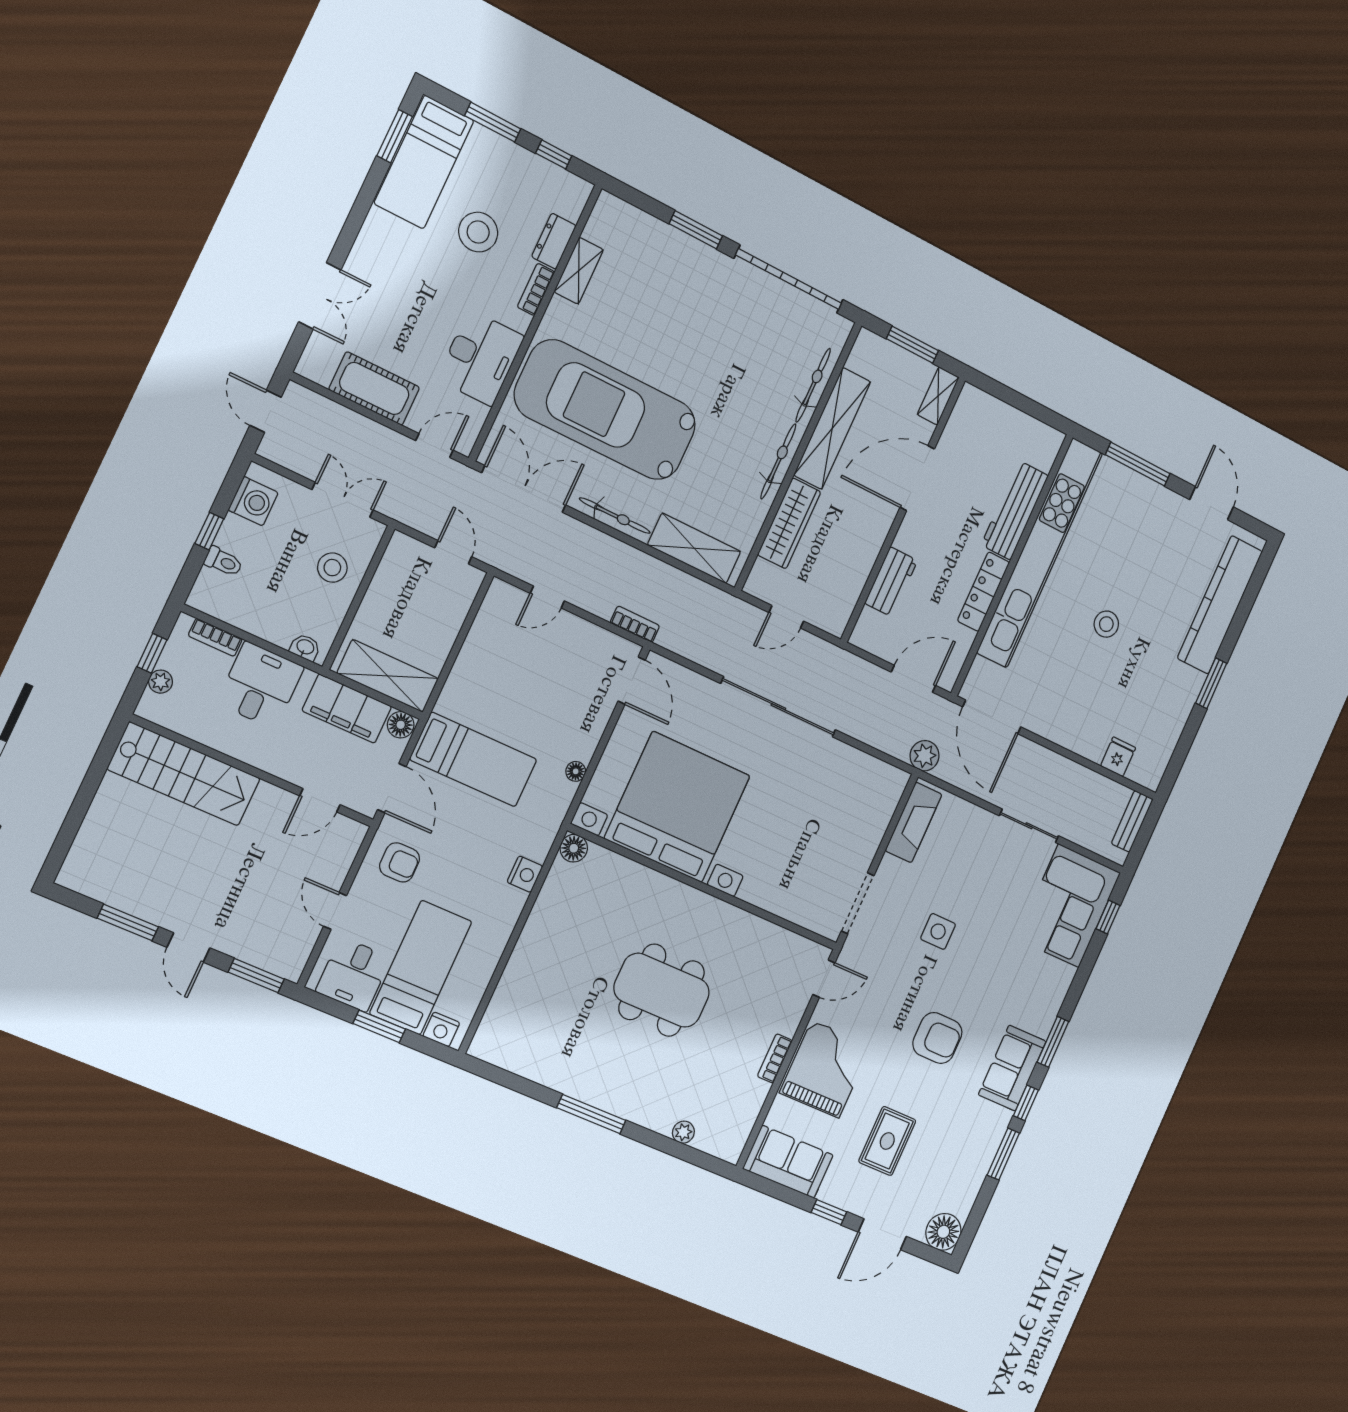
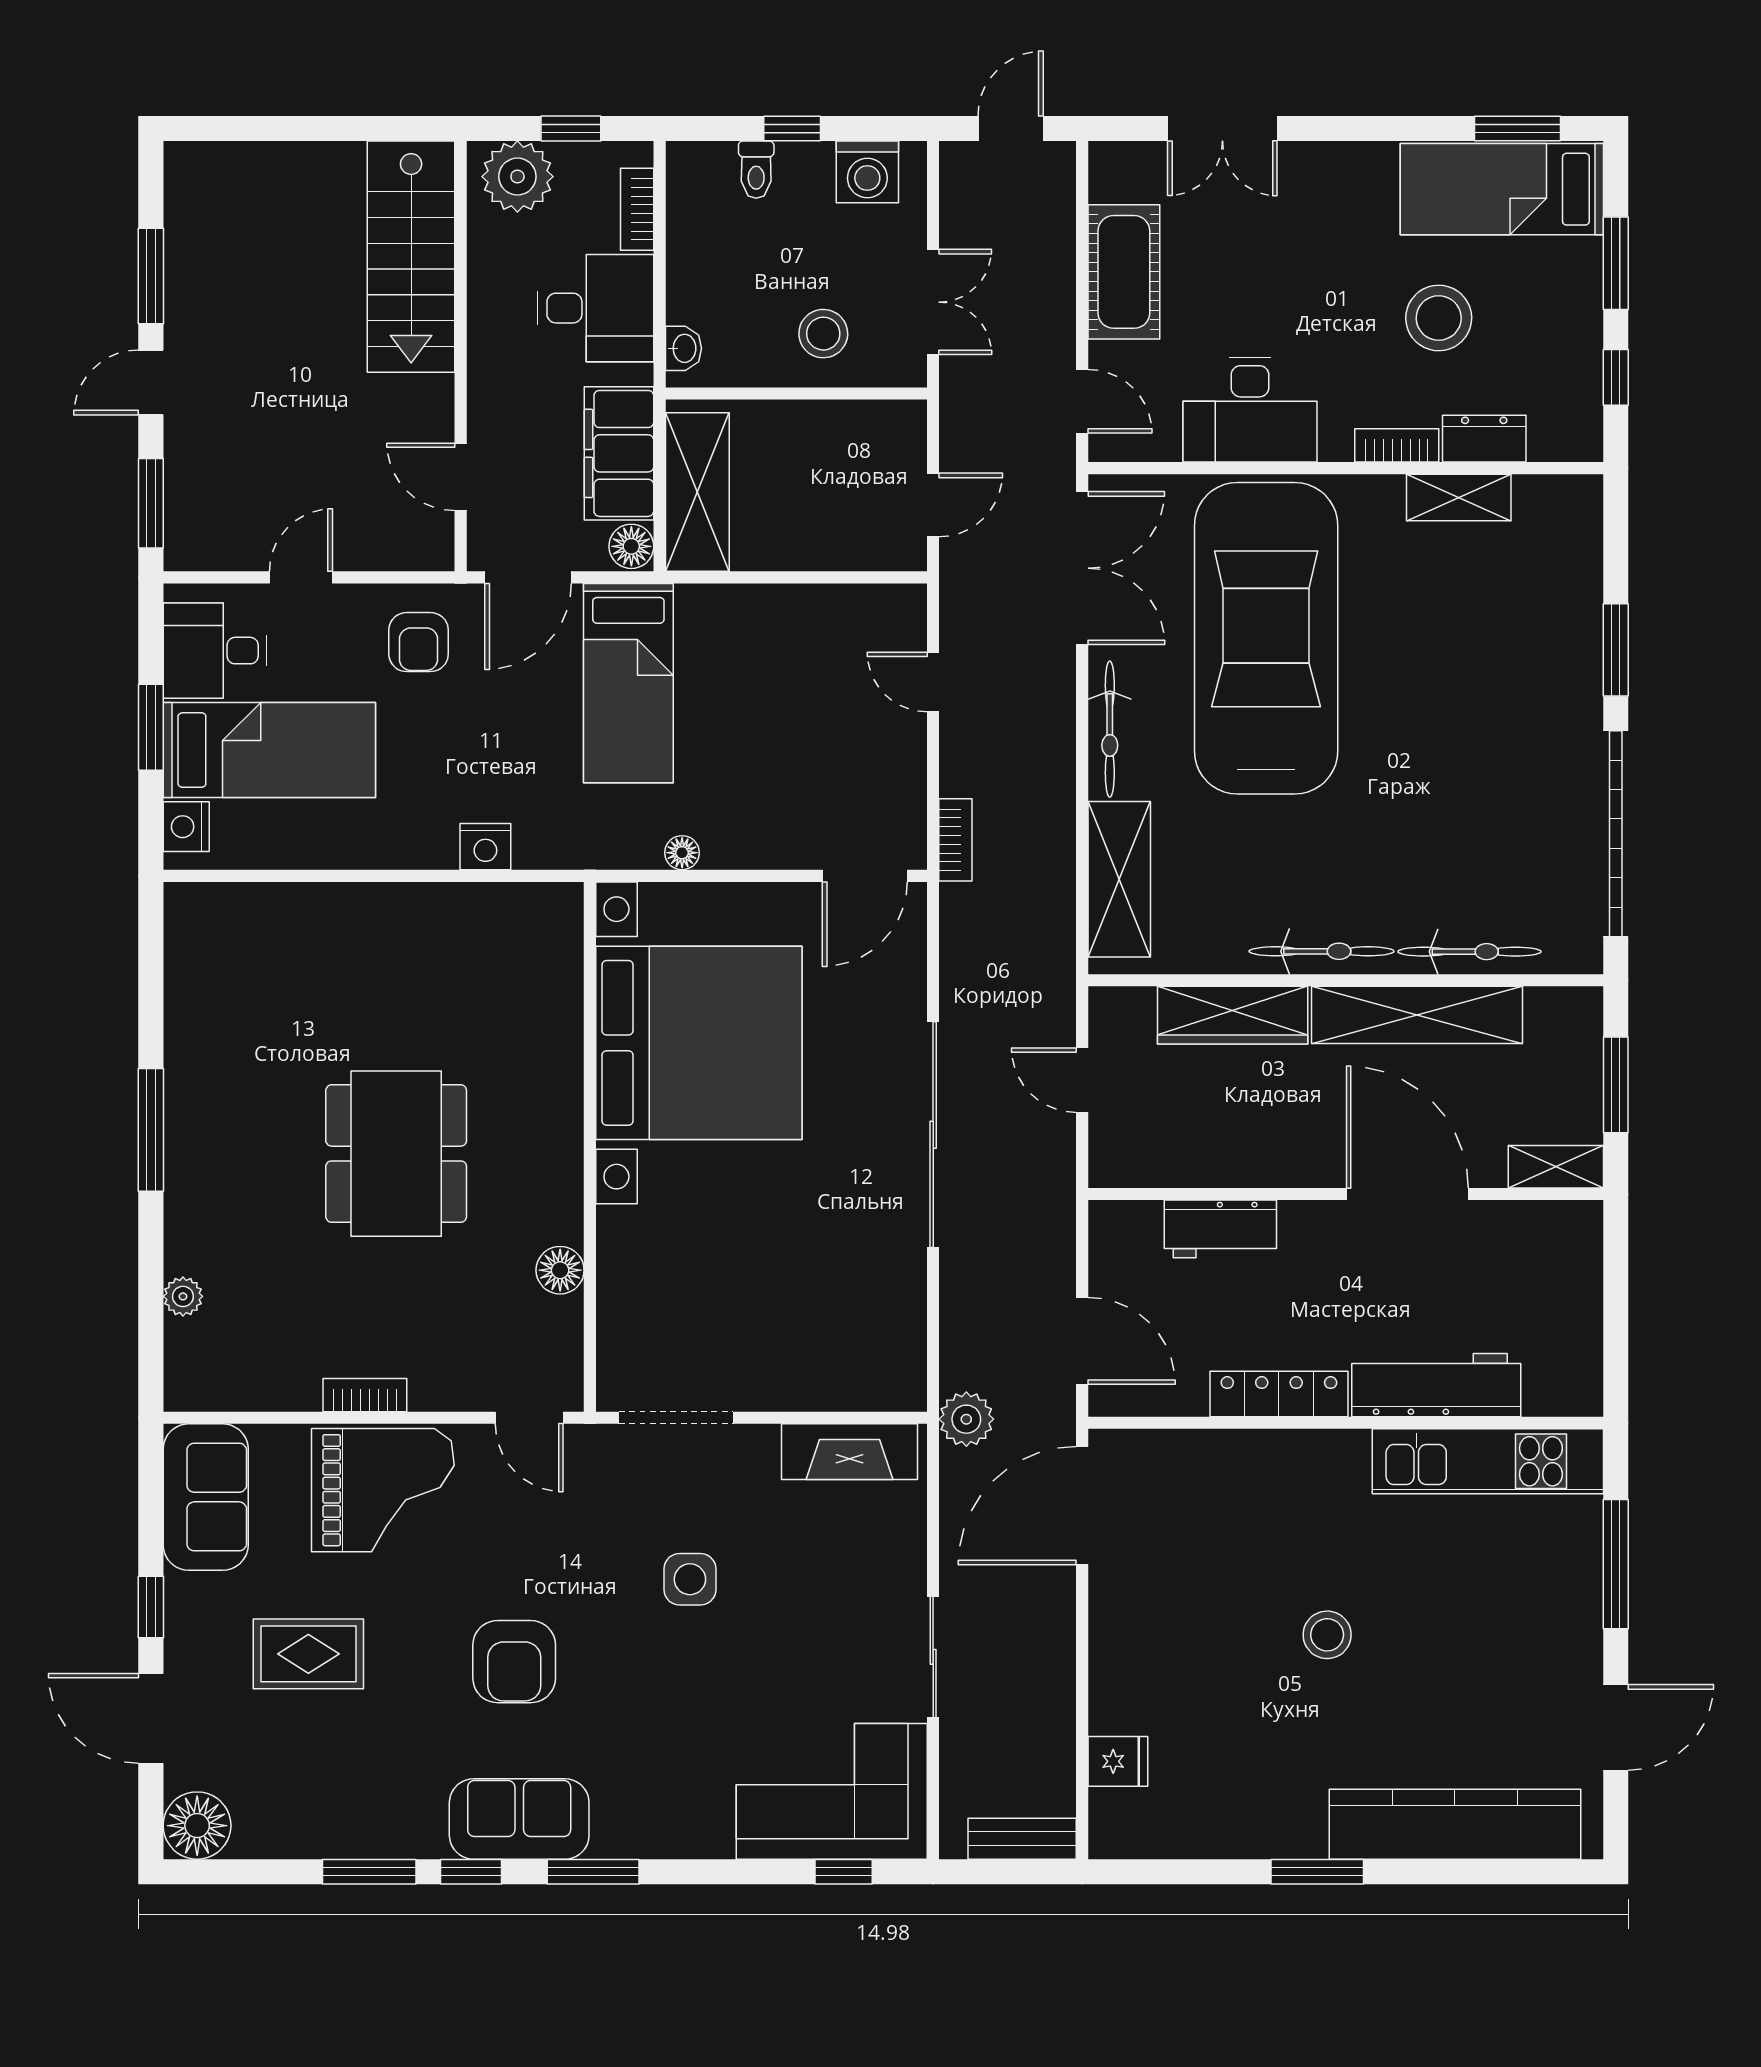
kitchen unit: (1040, 553) -> (1488, 1461), width x0.54
plant: (161, 682) -> (517, 177), width x1.88, depth x1.88
floor lamp: (574, 848) -> (560, 1270), moved

